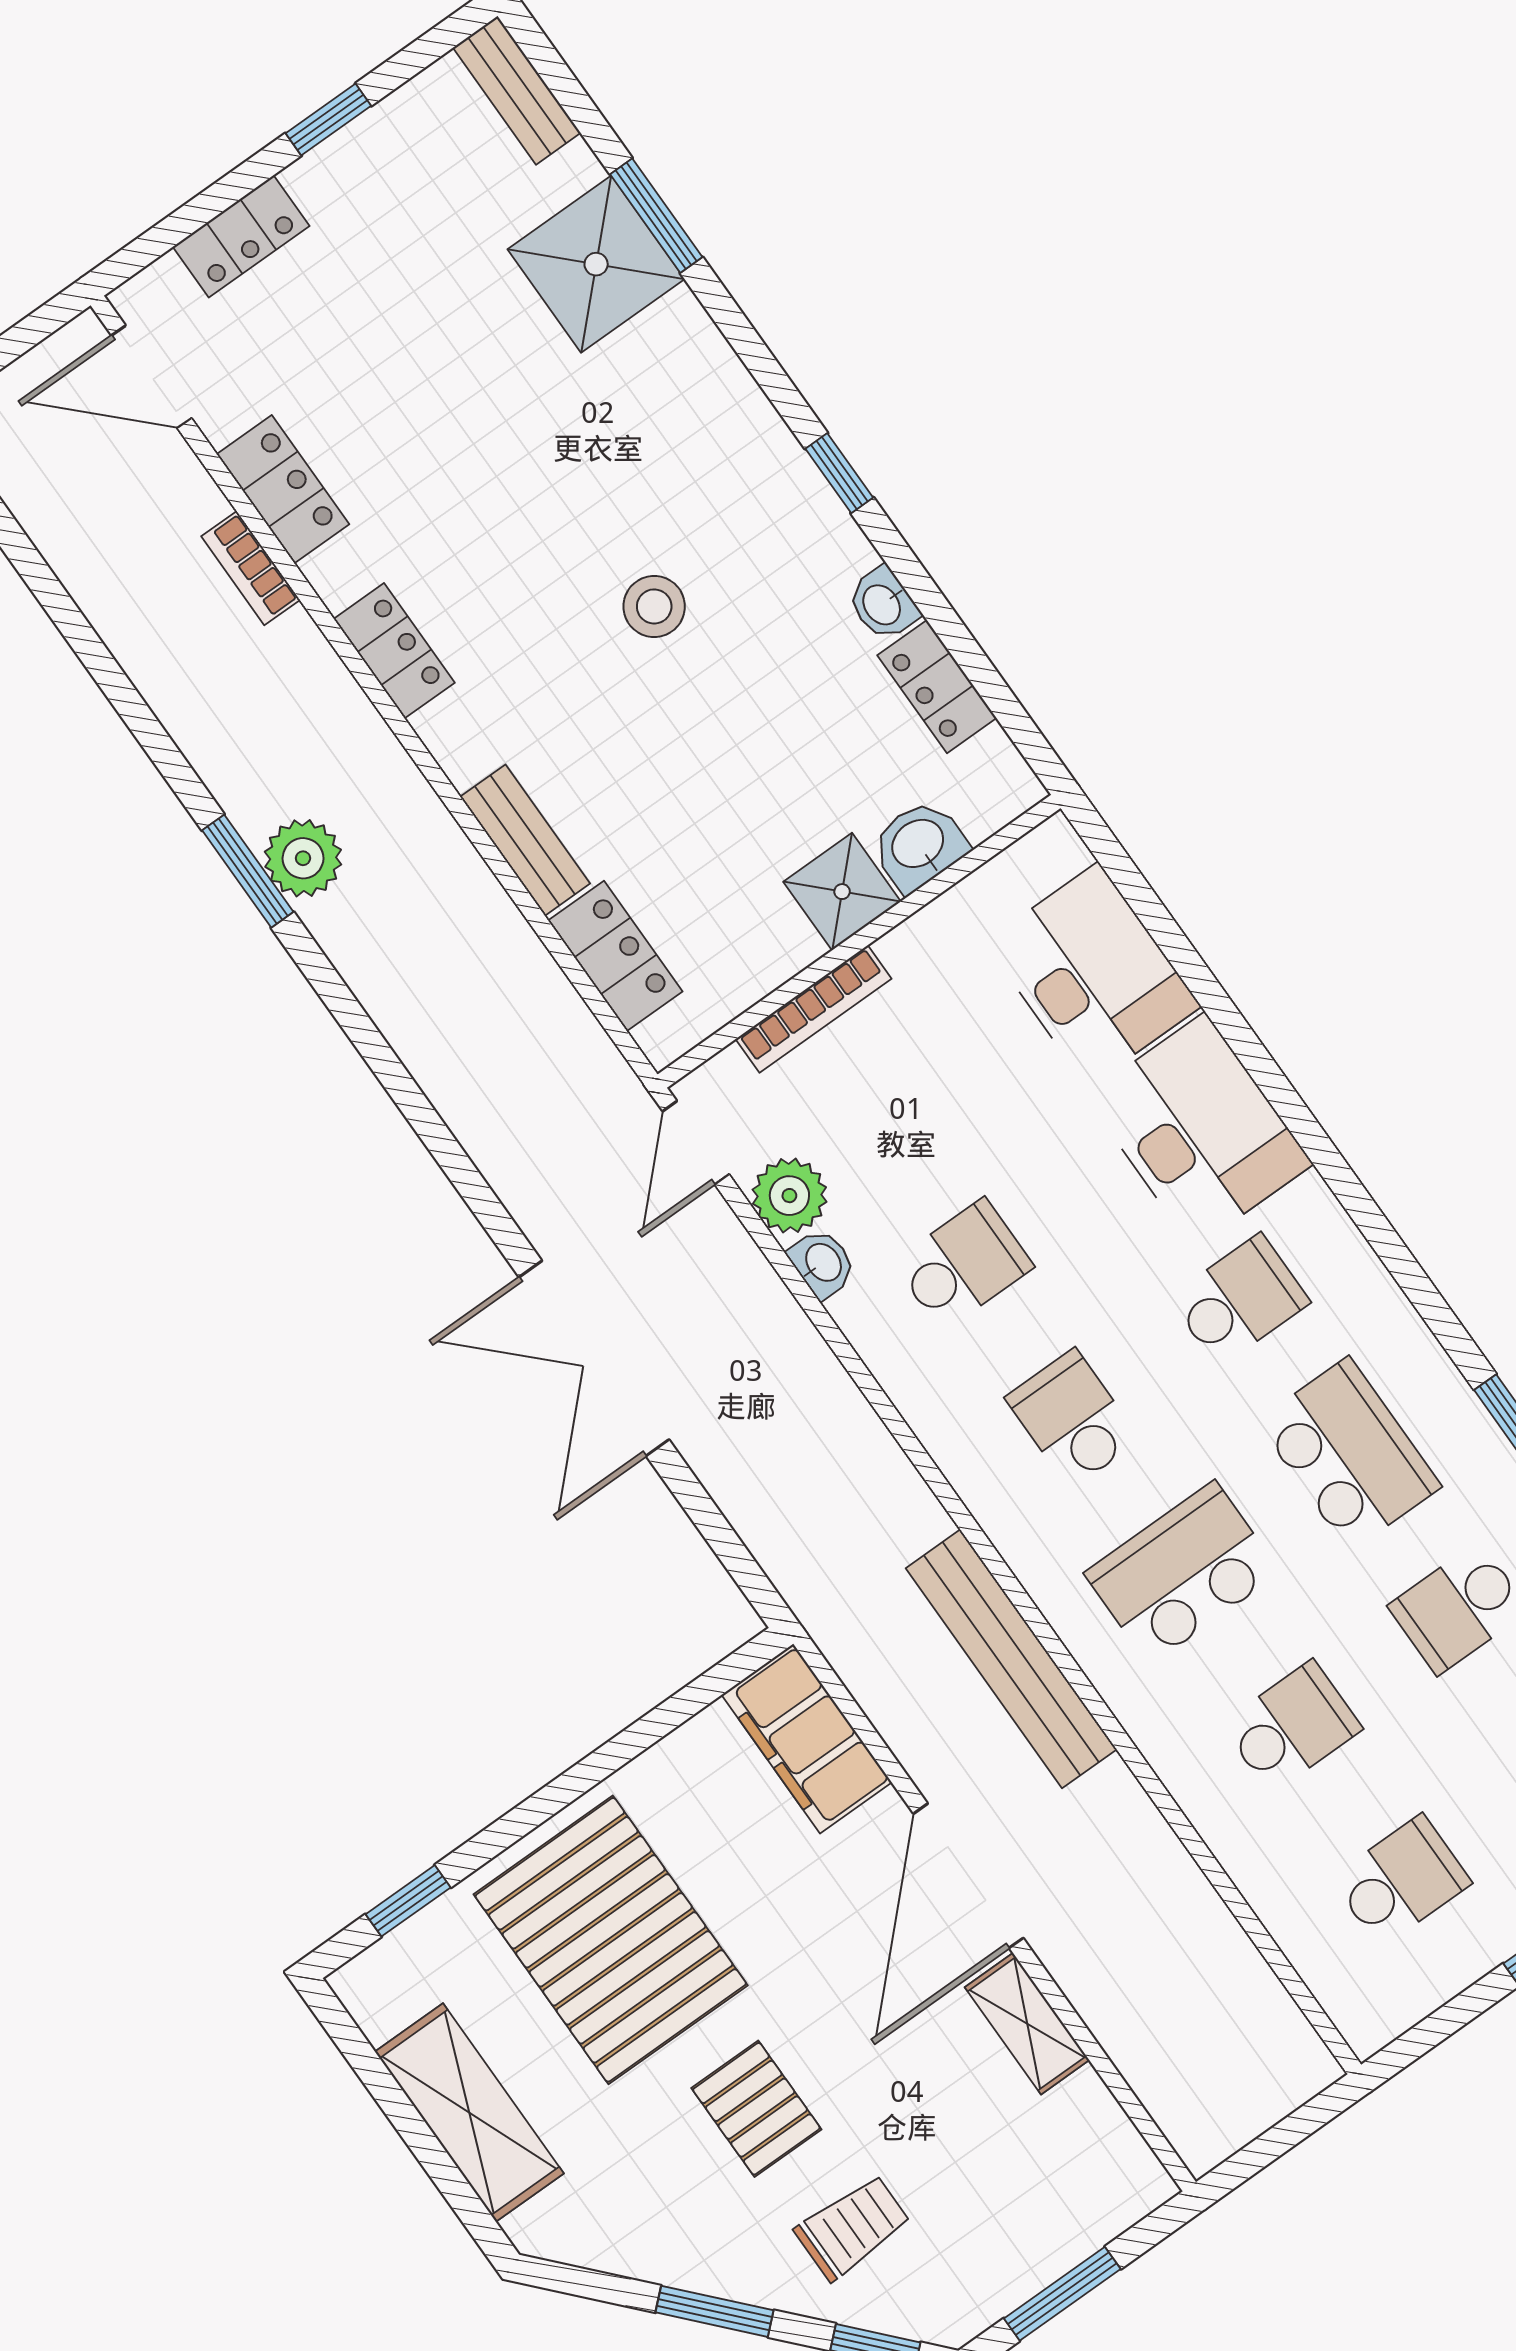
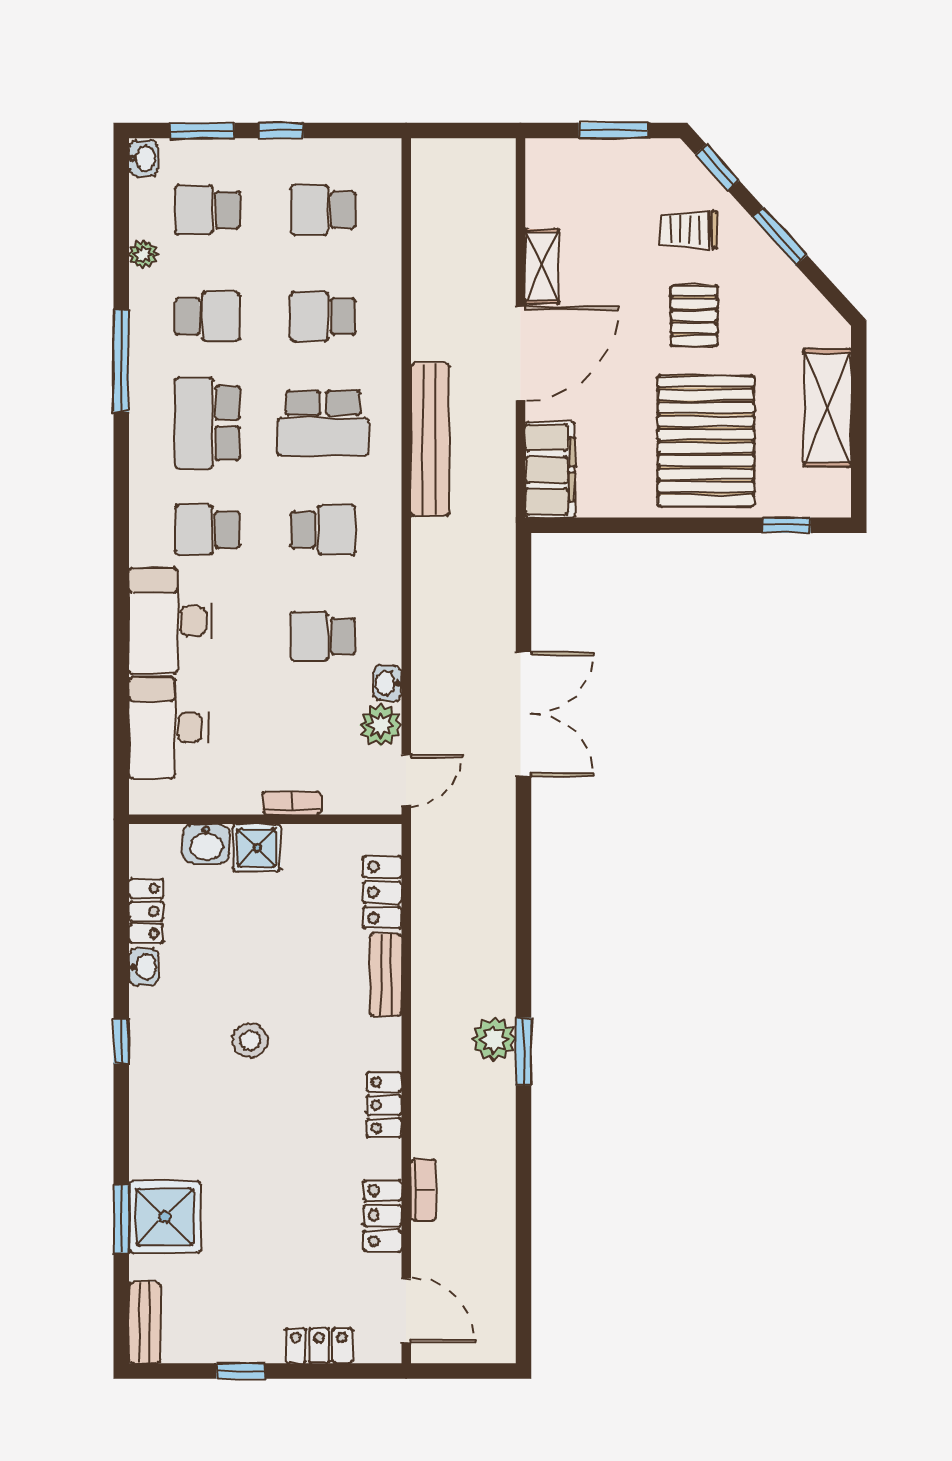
bookcase: (814, 1009) -> (292, 803), width x0.64
school desk: (1073, 1419) -> (323, 530), turned -90

